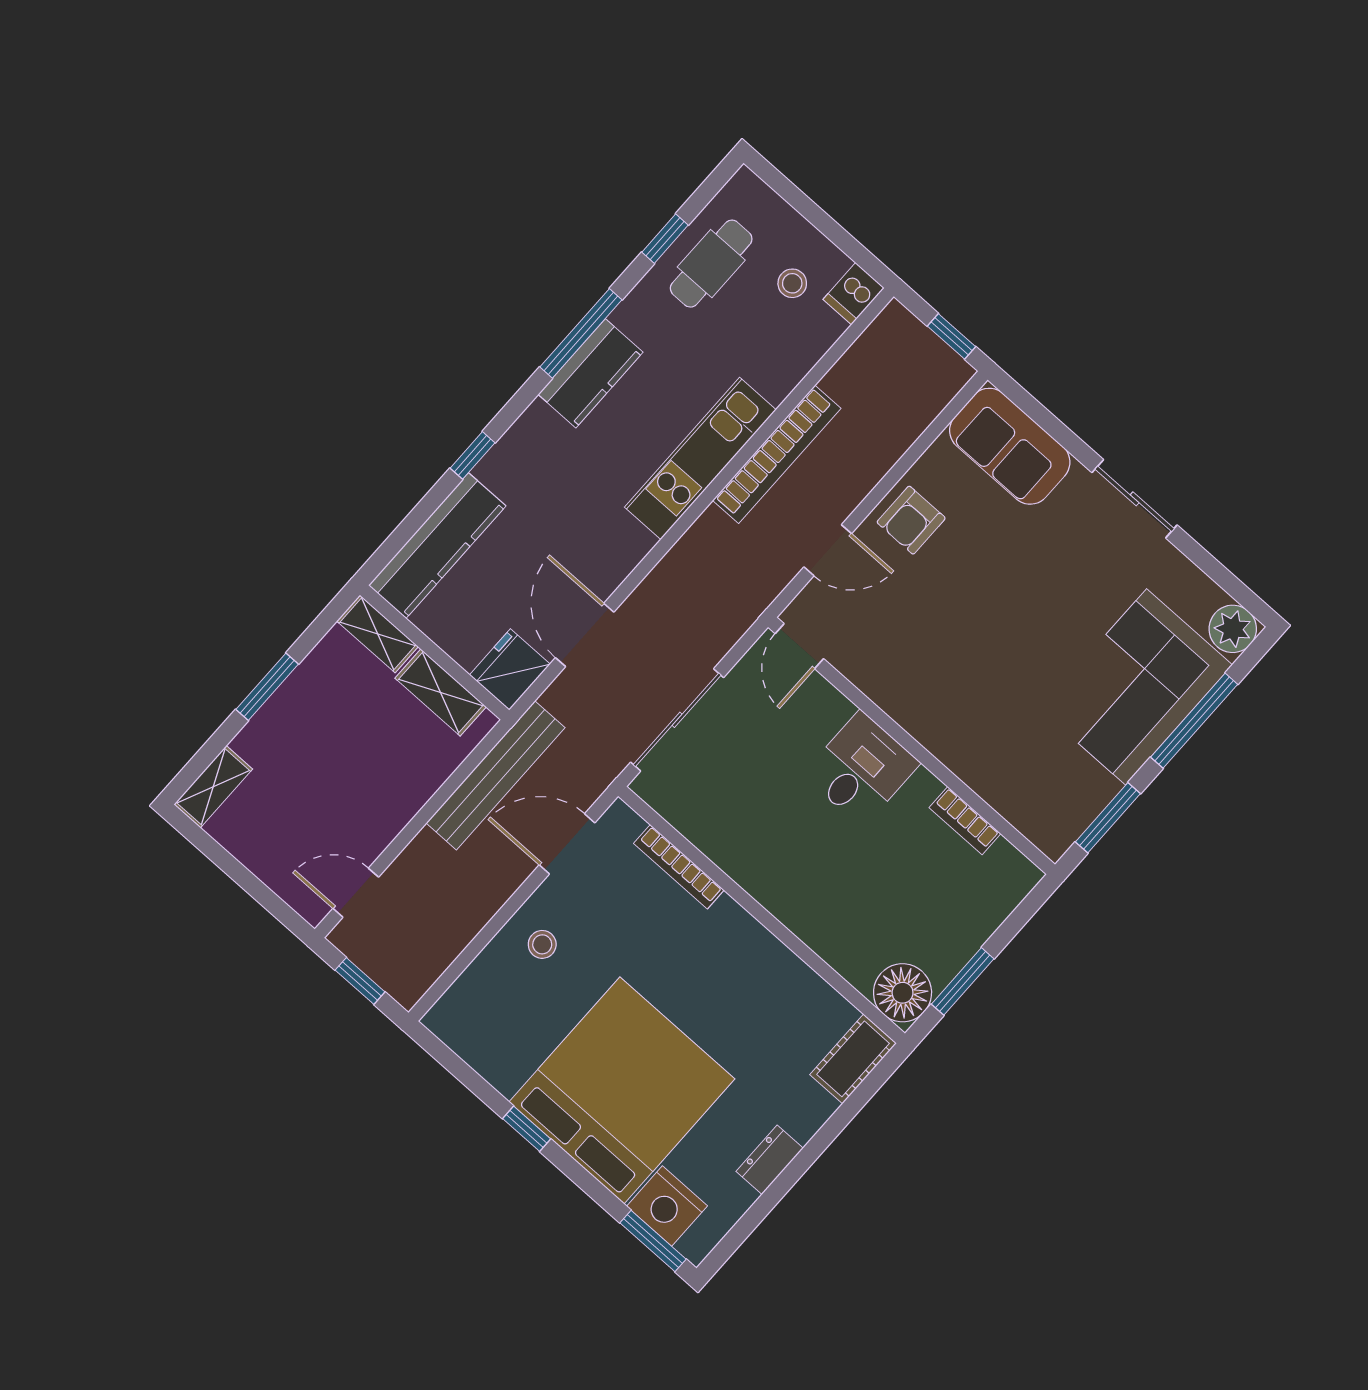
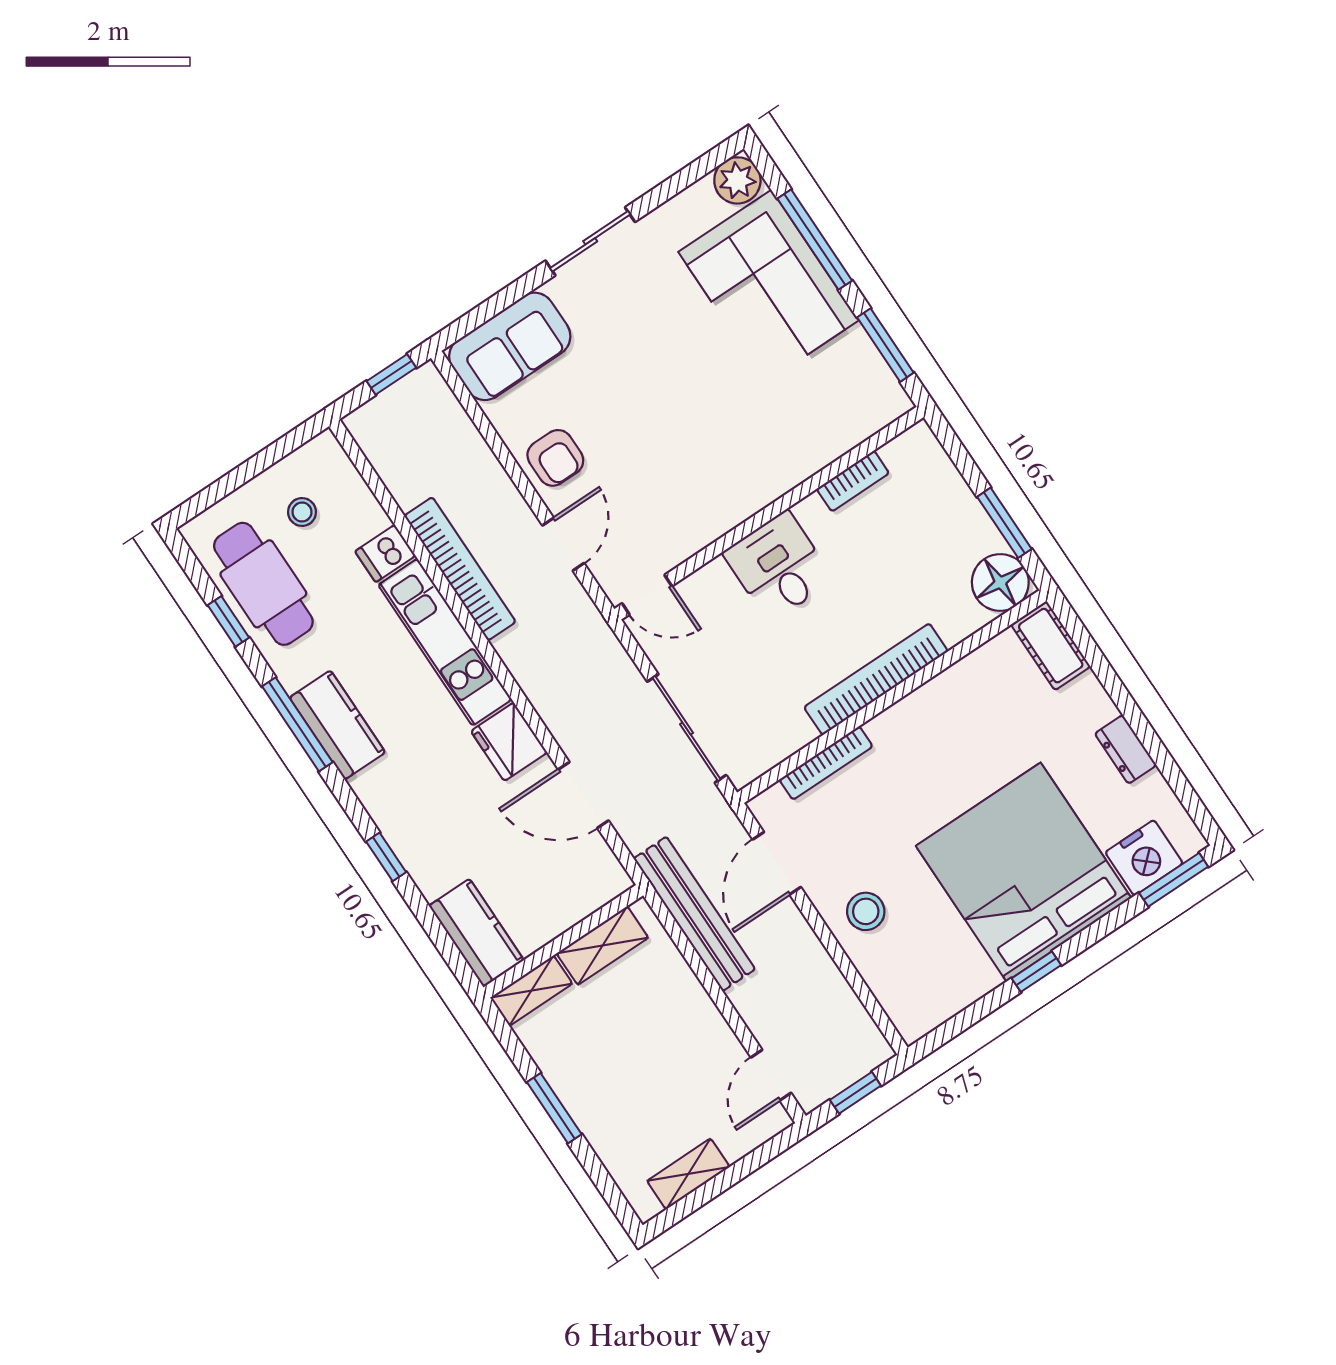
cafe table: (711, 264) -> (263, 584), width x1.37, depth x1.35
dishwasher: (854, 294) -> (385, 553), moved, turned 90
kitchen counter: (437, 546) -> (476, 933), width x0.67
fridge: (510, 670) -> (509, 742), moved
shelving: (213, 787) -> (688, 1174), moved, turned 90
bookcase: (775, 895) -> (876, 679), added
stool: (542, 944) -> (866, 911), width x1.37, depth x1.37

